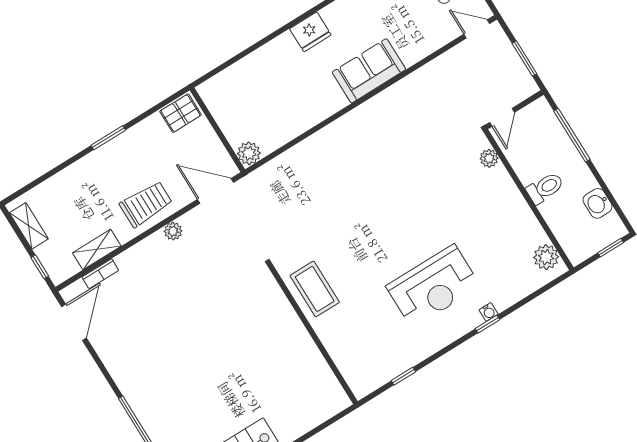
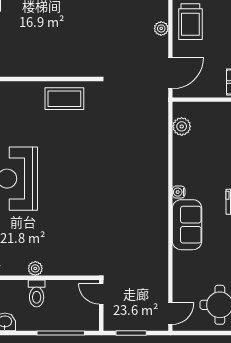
water cooler: (339, 102) -> (179, 192), added
plant: (249, 153) -> (182, 126), moved
plant: (489, 158) -> (35, 268), moved

